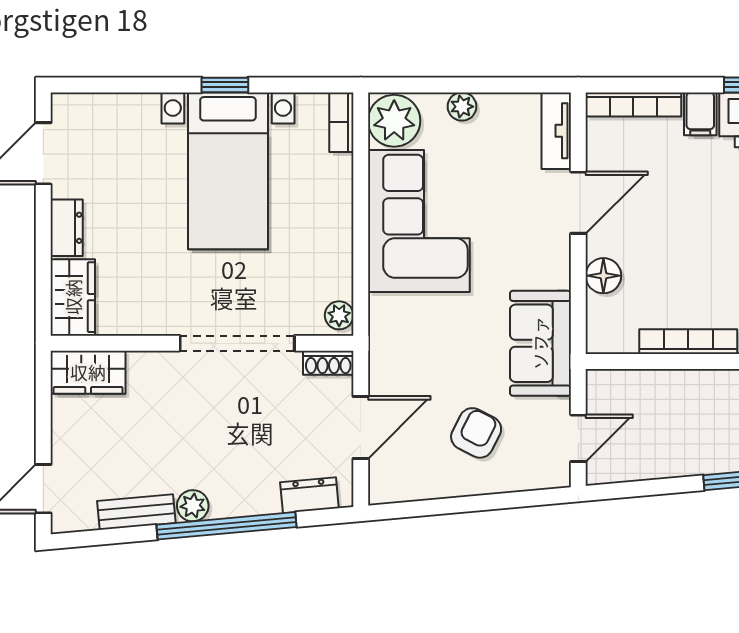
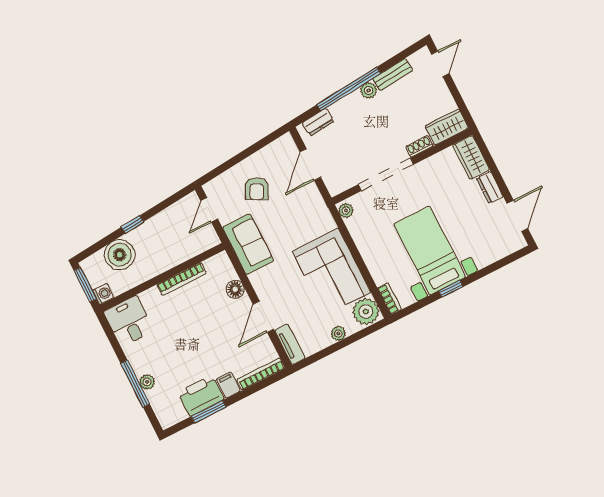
shoe rack: (328, 363) -> (419, 146), moved

